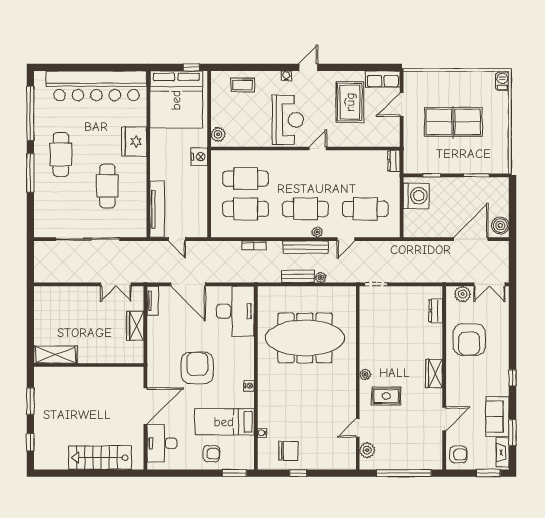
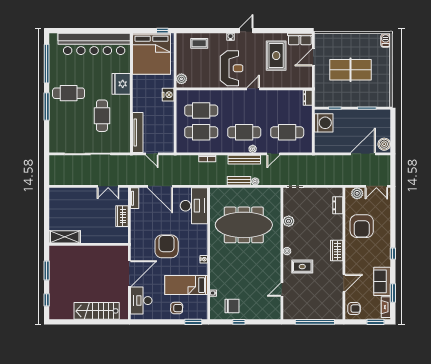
cafe table: (61, 155) -> (69, 93), turned 90
plant: (367, 450) -> (289, 221), moved

